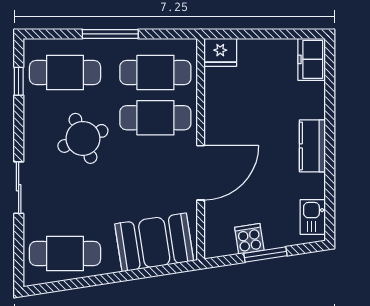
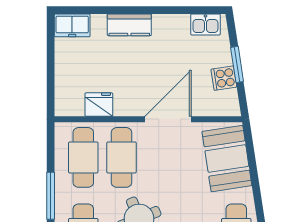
fridge: (220, 52) -> (99, 105), moved, turned -90
kitchen counter: (312, 146) -> (129, 25), moved
door: (201, 173) -> (168, 119), hinge flipped

